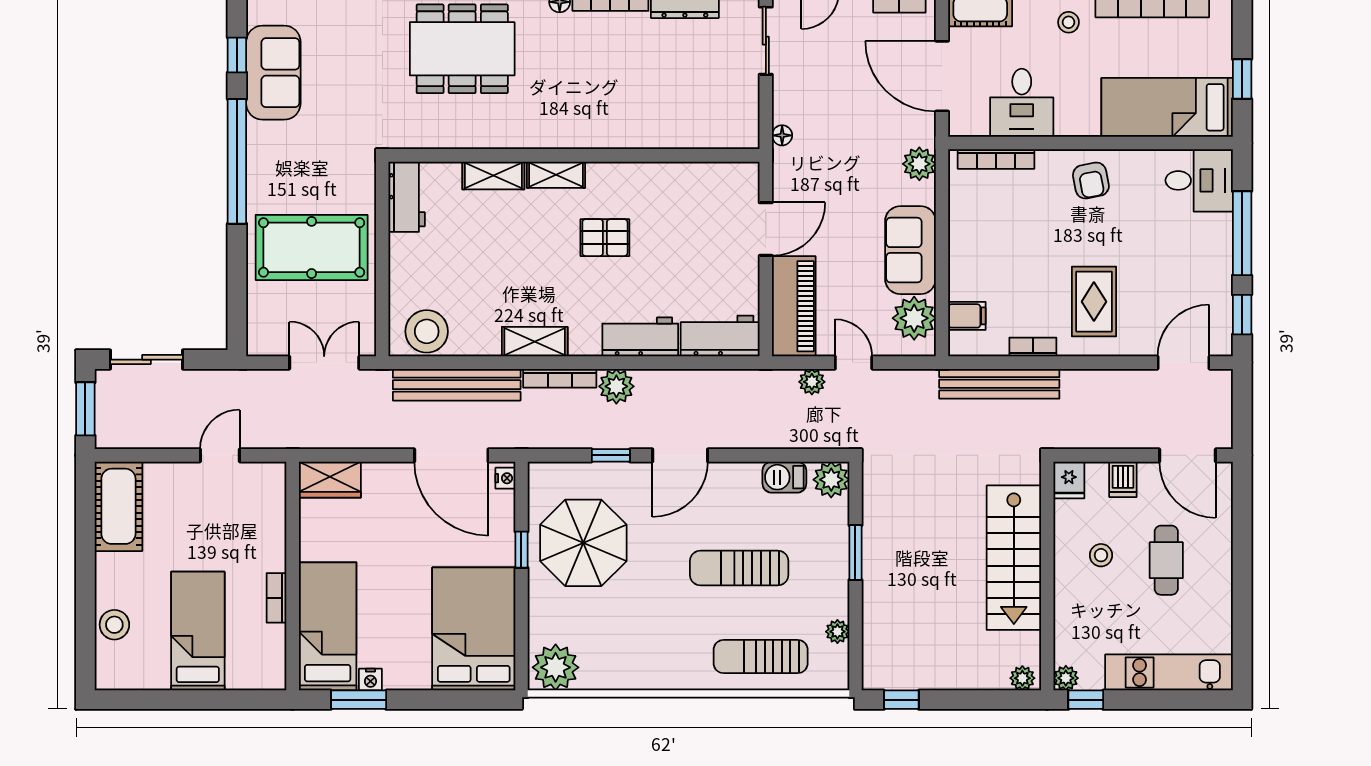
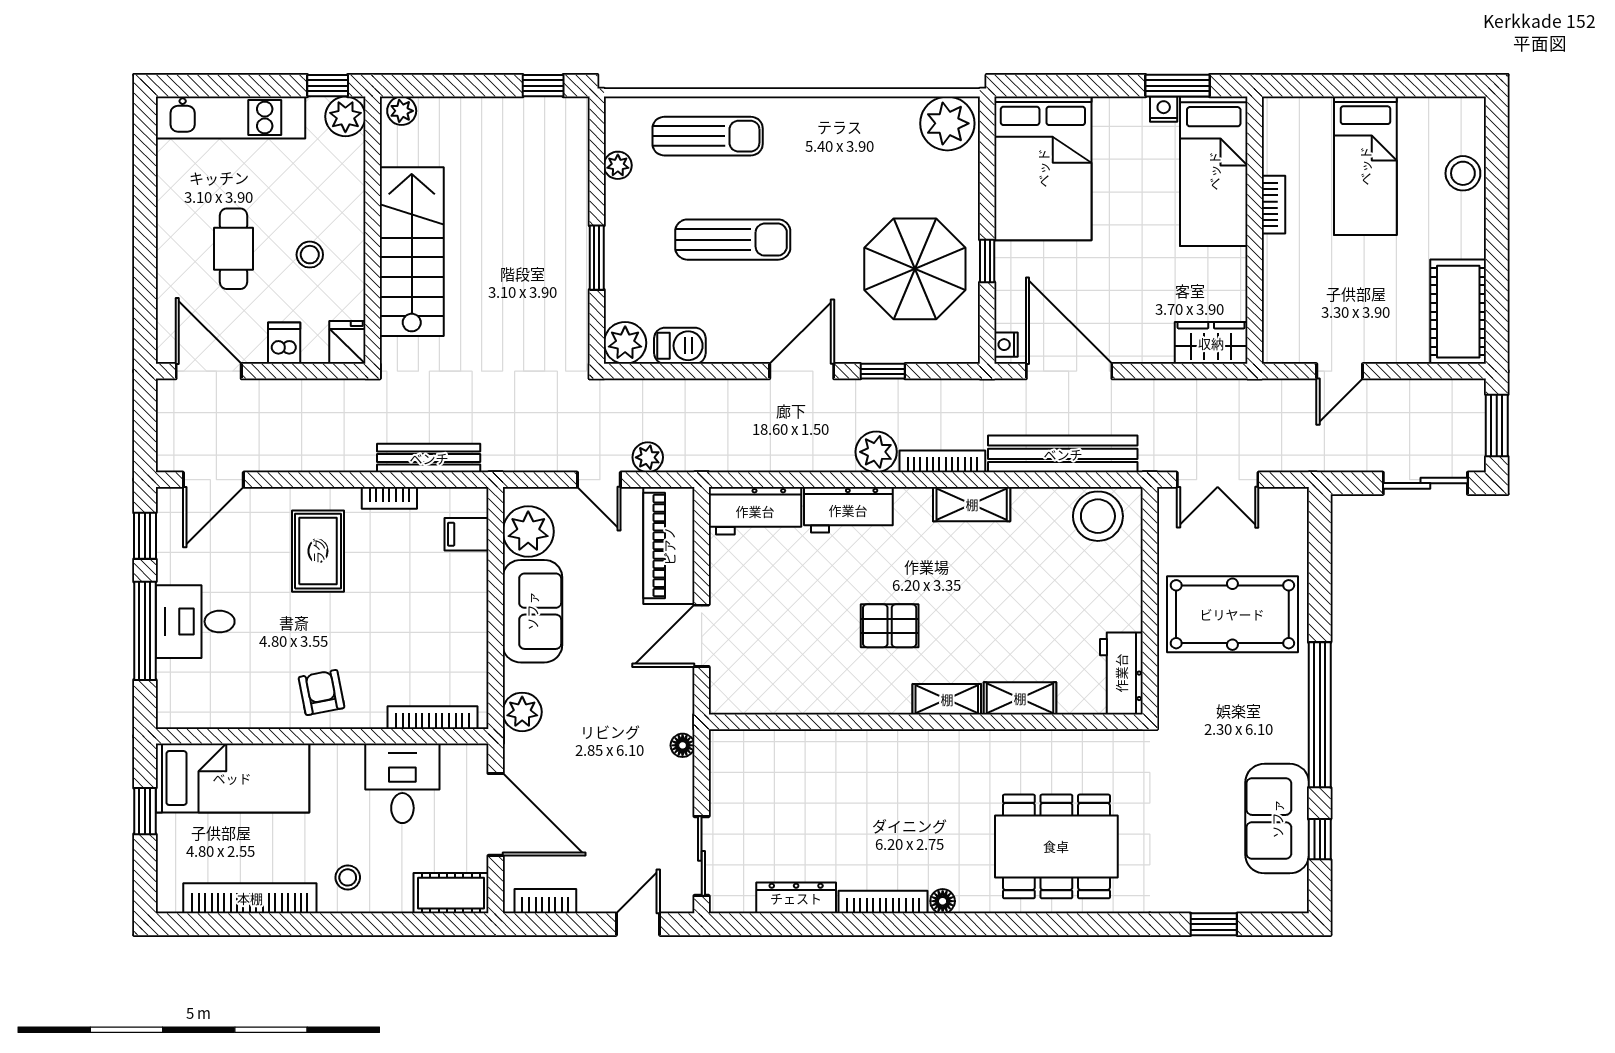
desk: (1199, 180) -> (195, 622), moved
bench: (999, 384) -> (429, 458), width x0.73, depth x0.82
plant: (1066, 678) -> (345, 116), width x1.38, depth x1.38

